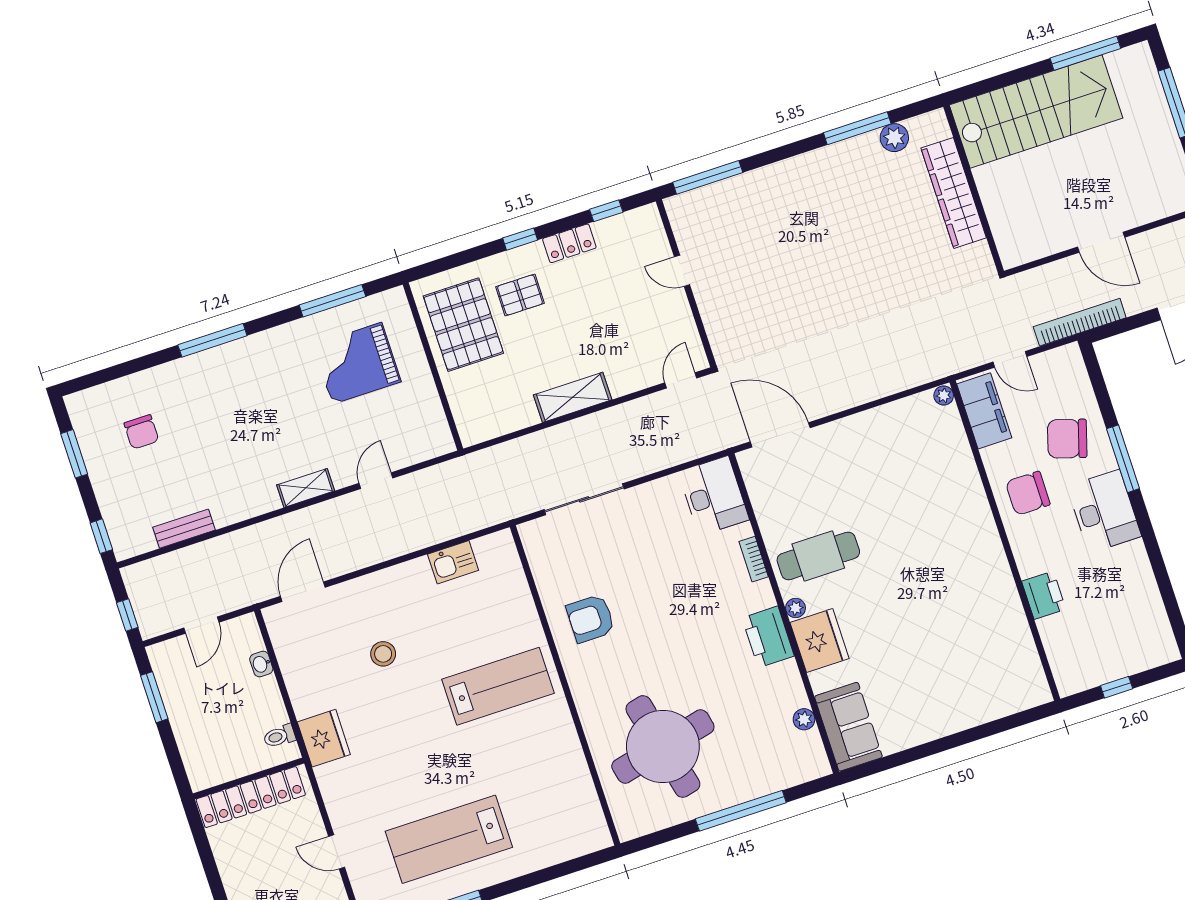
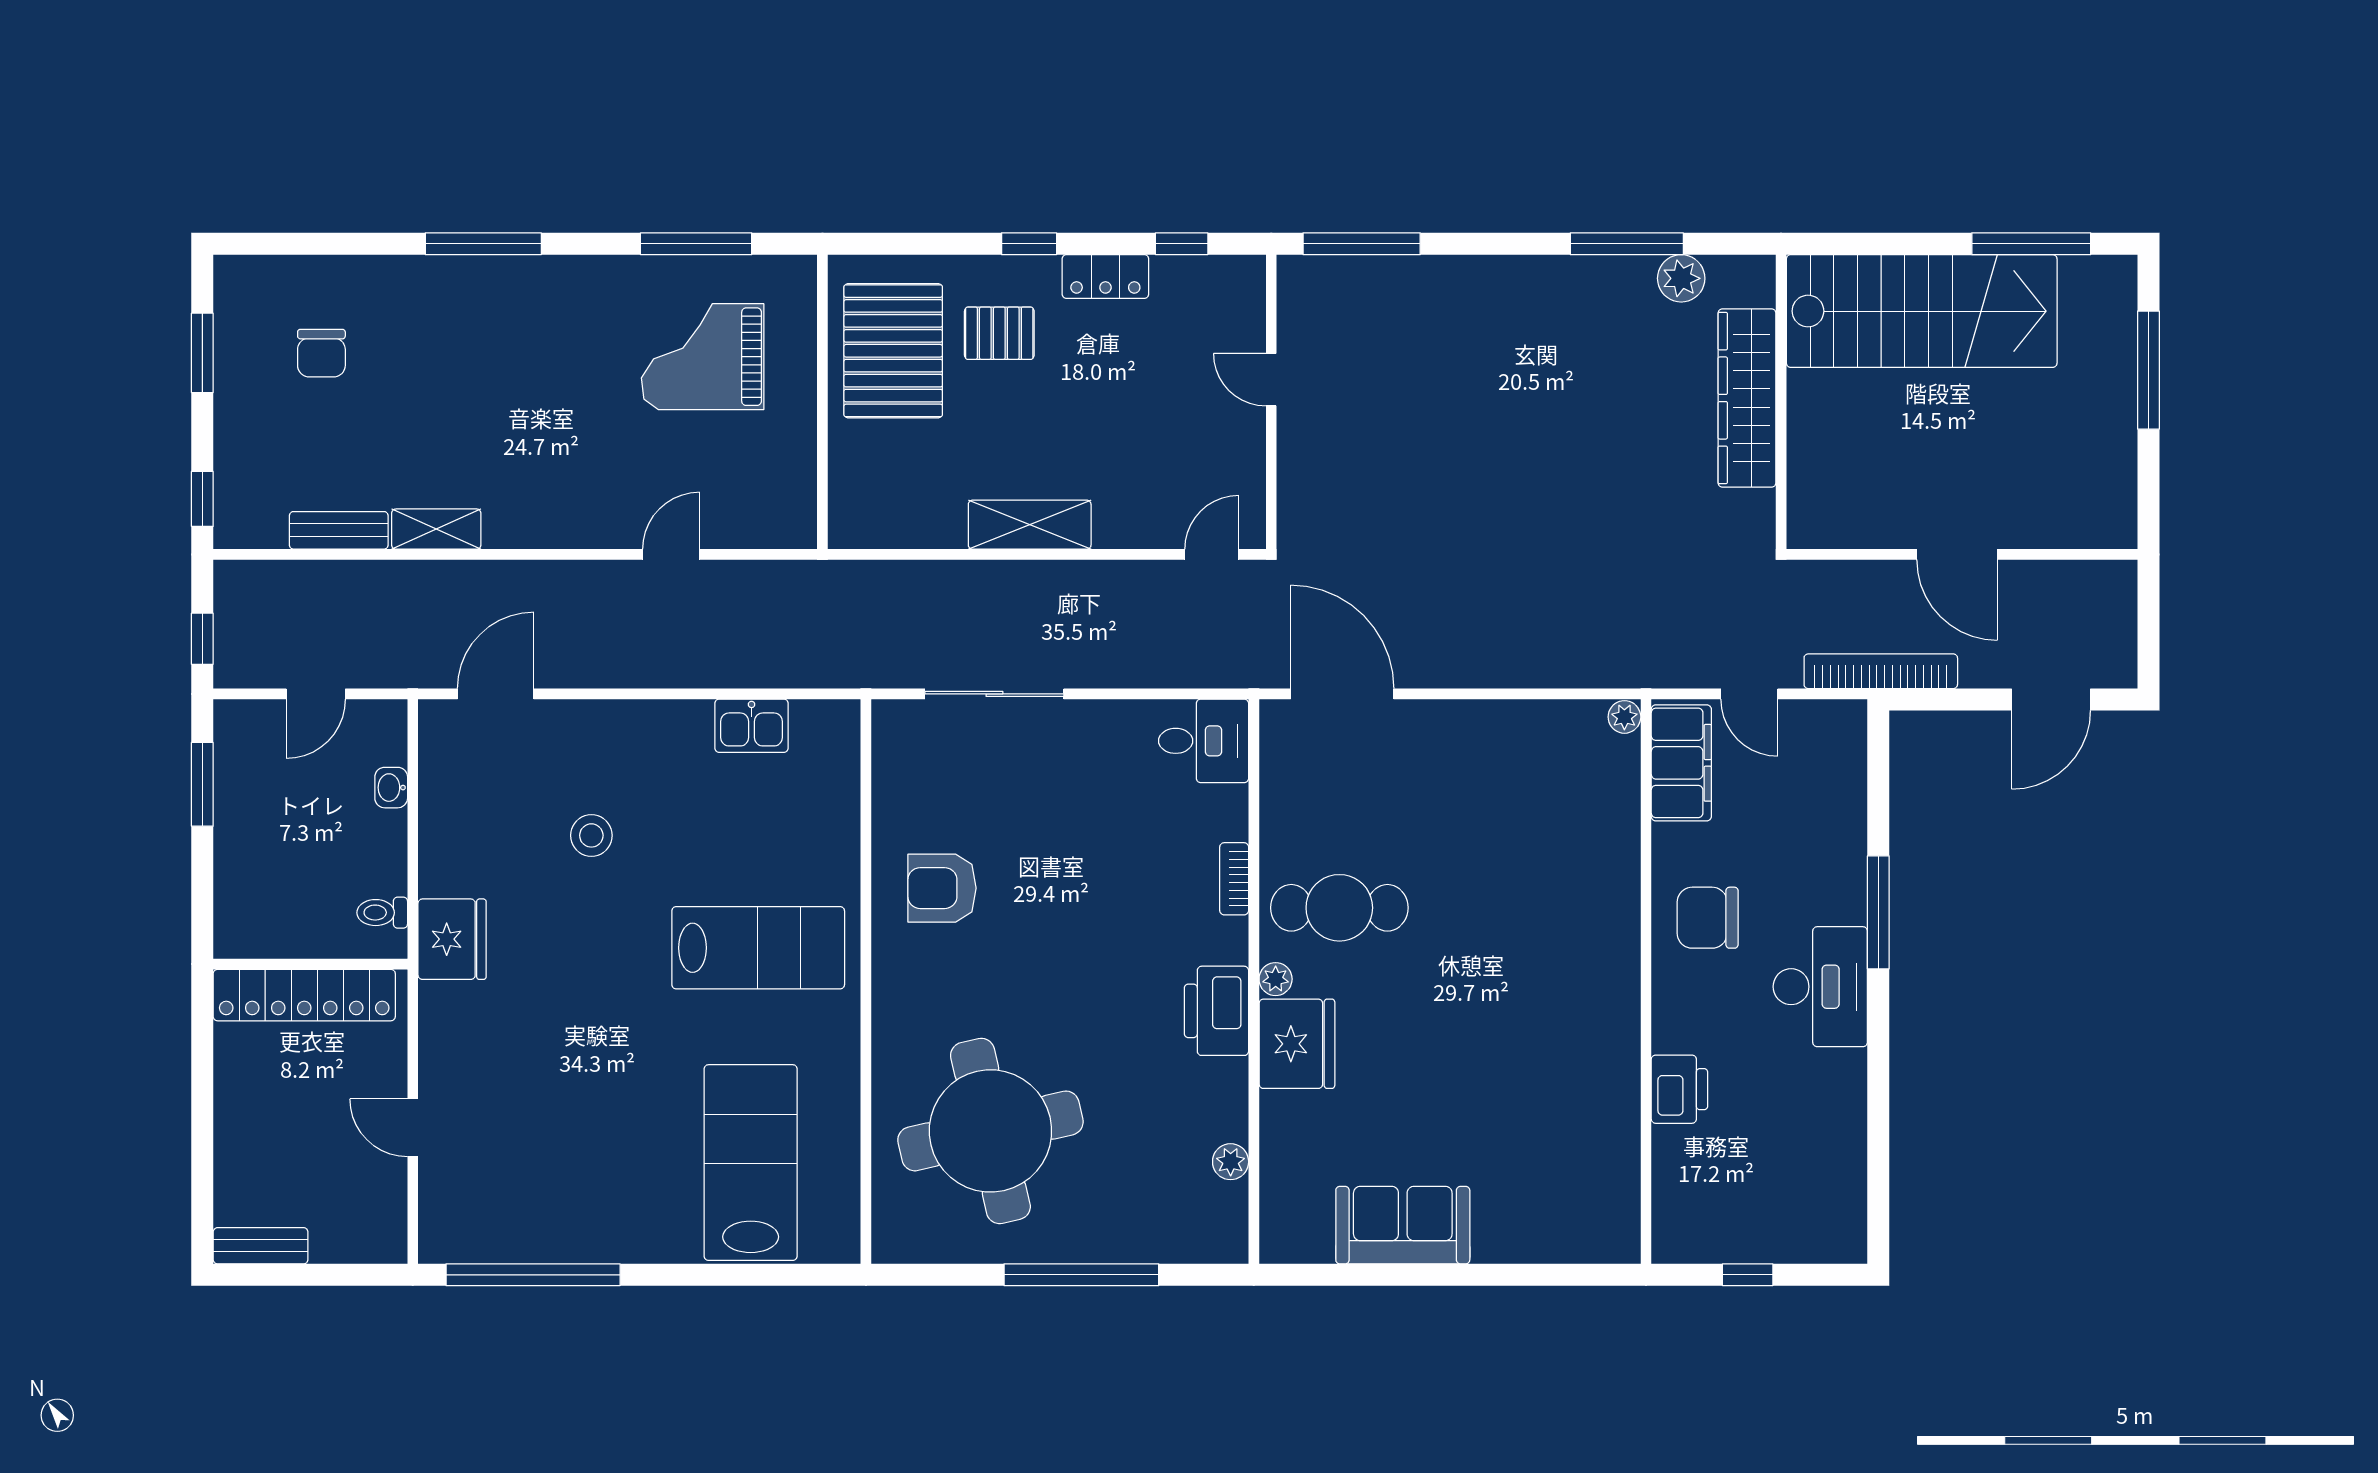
chair: (1067, 439) -> (1799, 851), removed
shelving: (306, 488) -> (436, 529), moved
desk: (714, 496) -> (1204, 741), width x0.73
sofa: (848, 727) -> (1403, 1225), moved, turned -90
lab bench: (449, 839) -> (751, 1163), moved, turned 90

